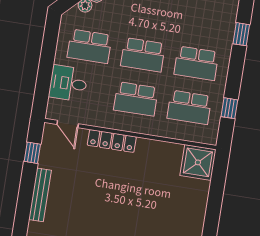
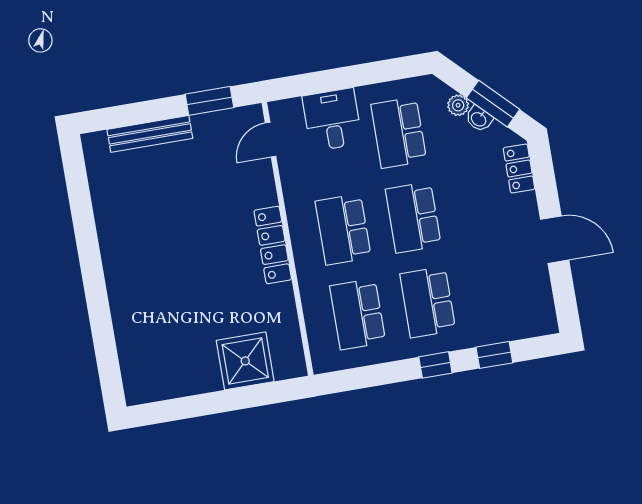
window: (229, 108) -> (435, 365), moved
locker: (112, 141) -> (273, 245), moved
window: (32, 153) -> (209, 101), width x1.50
shower: (198, 162) -> (245, 361), moved

